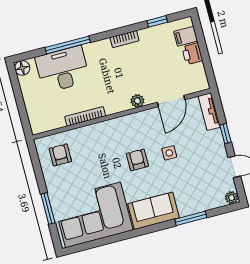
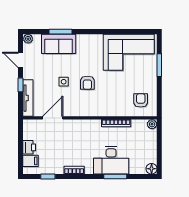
window: (68, 45) -> (115, 177), width x0.69
desk: (63, 69) -> (111, 160), moved
plant: (137, 101) -> (152, 124), moved
tv unit: (209, 112) -> (28, 98), width x1.41
armchair: (60, 155) -> (141, 100), turned 180
sofa: (153, 211) -> (59, 44), moved

